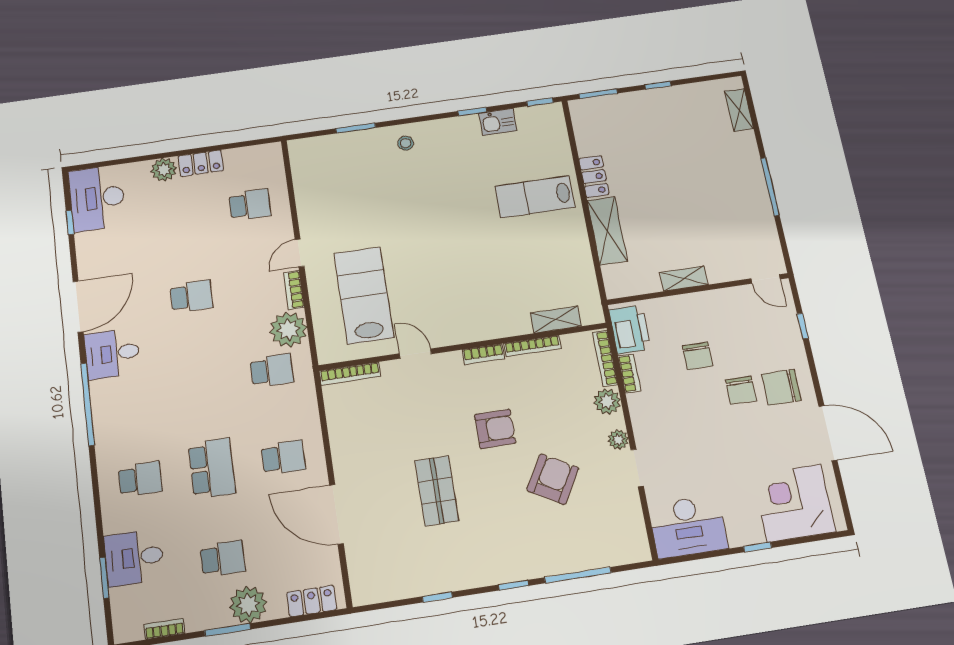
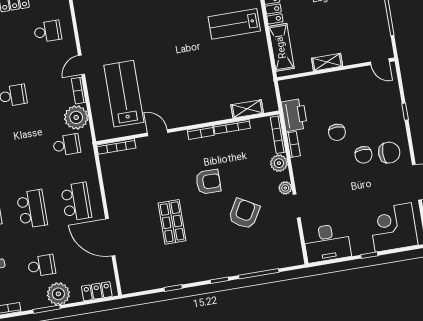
shelving: (684, 279) -> (327, 62), moved
door: (766, 279) -> (380, 62), moved
wall: (698, 289) -> (336, 69), moved
chair: (781, 387) -> (389, 153), turned 180
school desk: (283, 457) -> (76, 202), width x1.85

